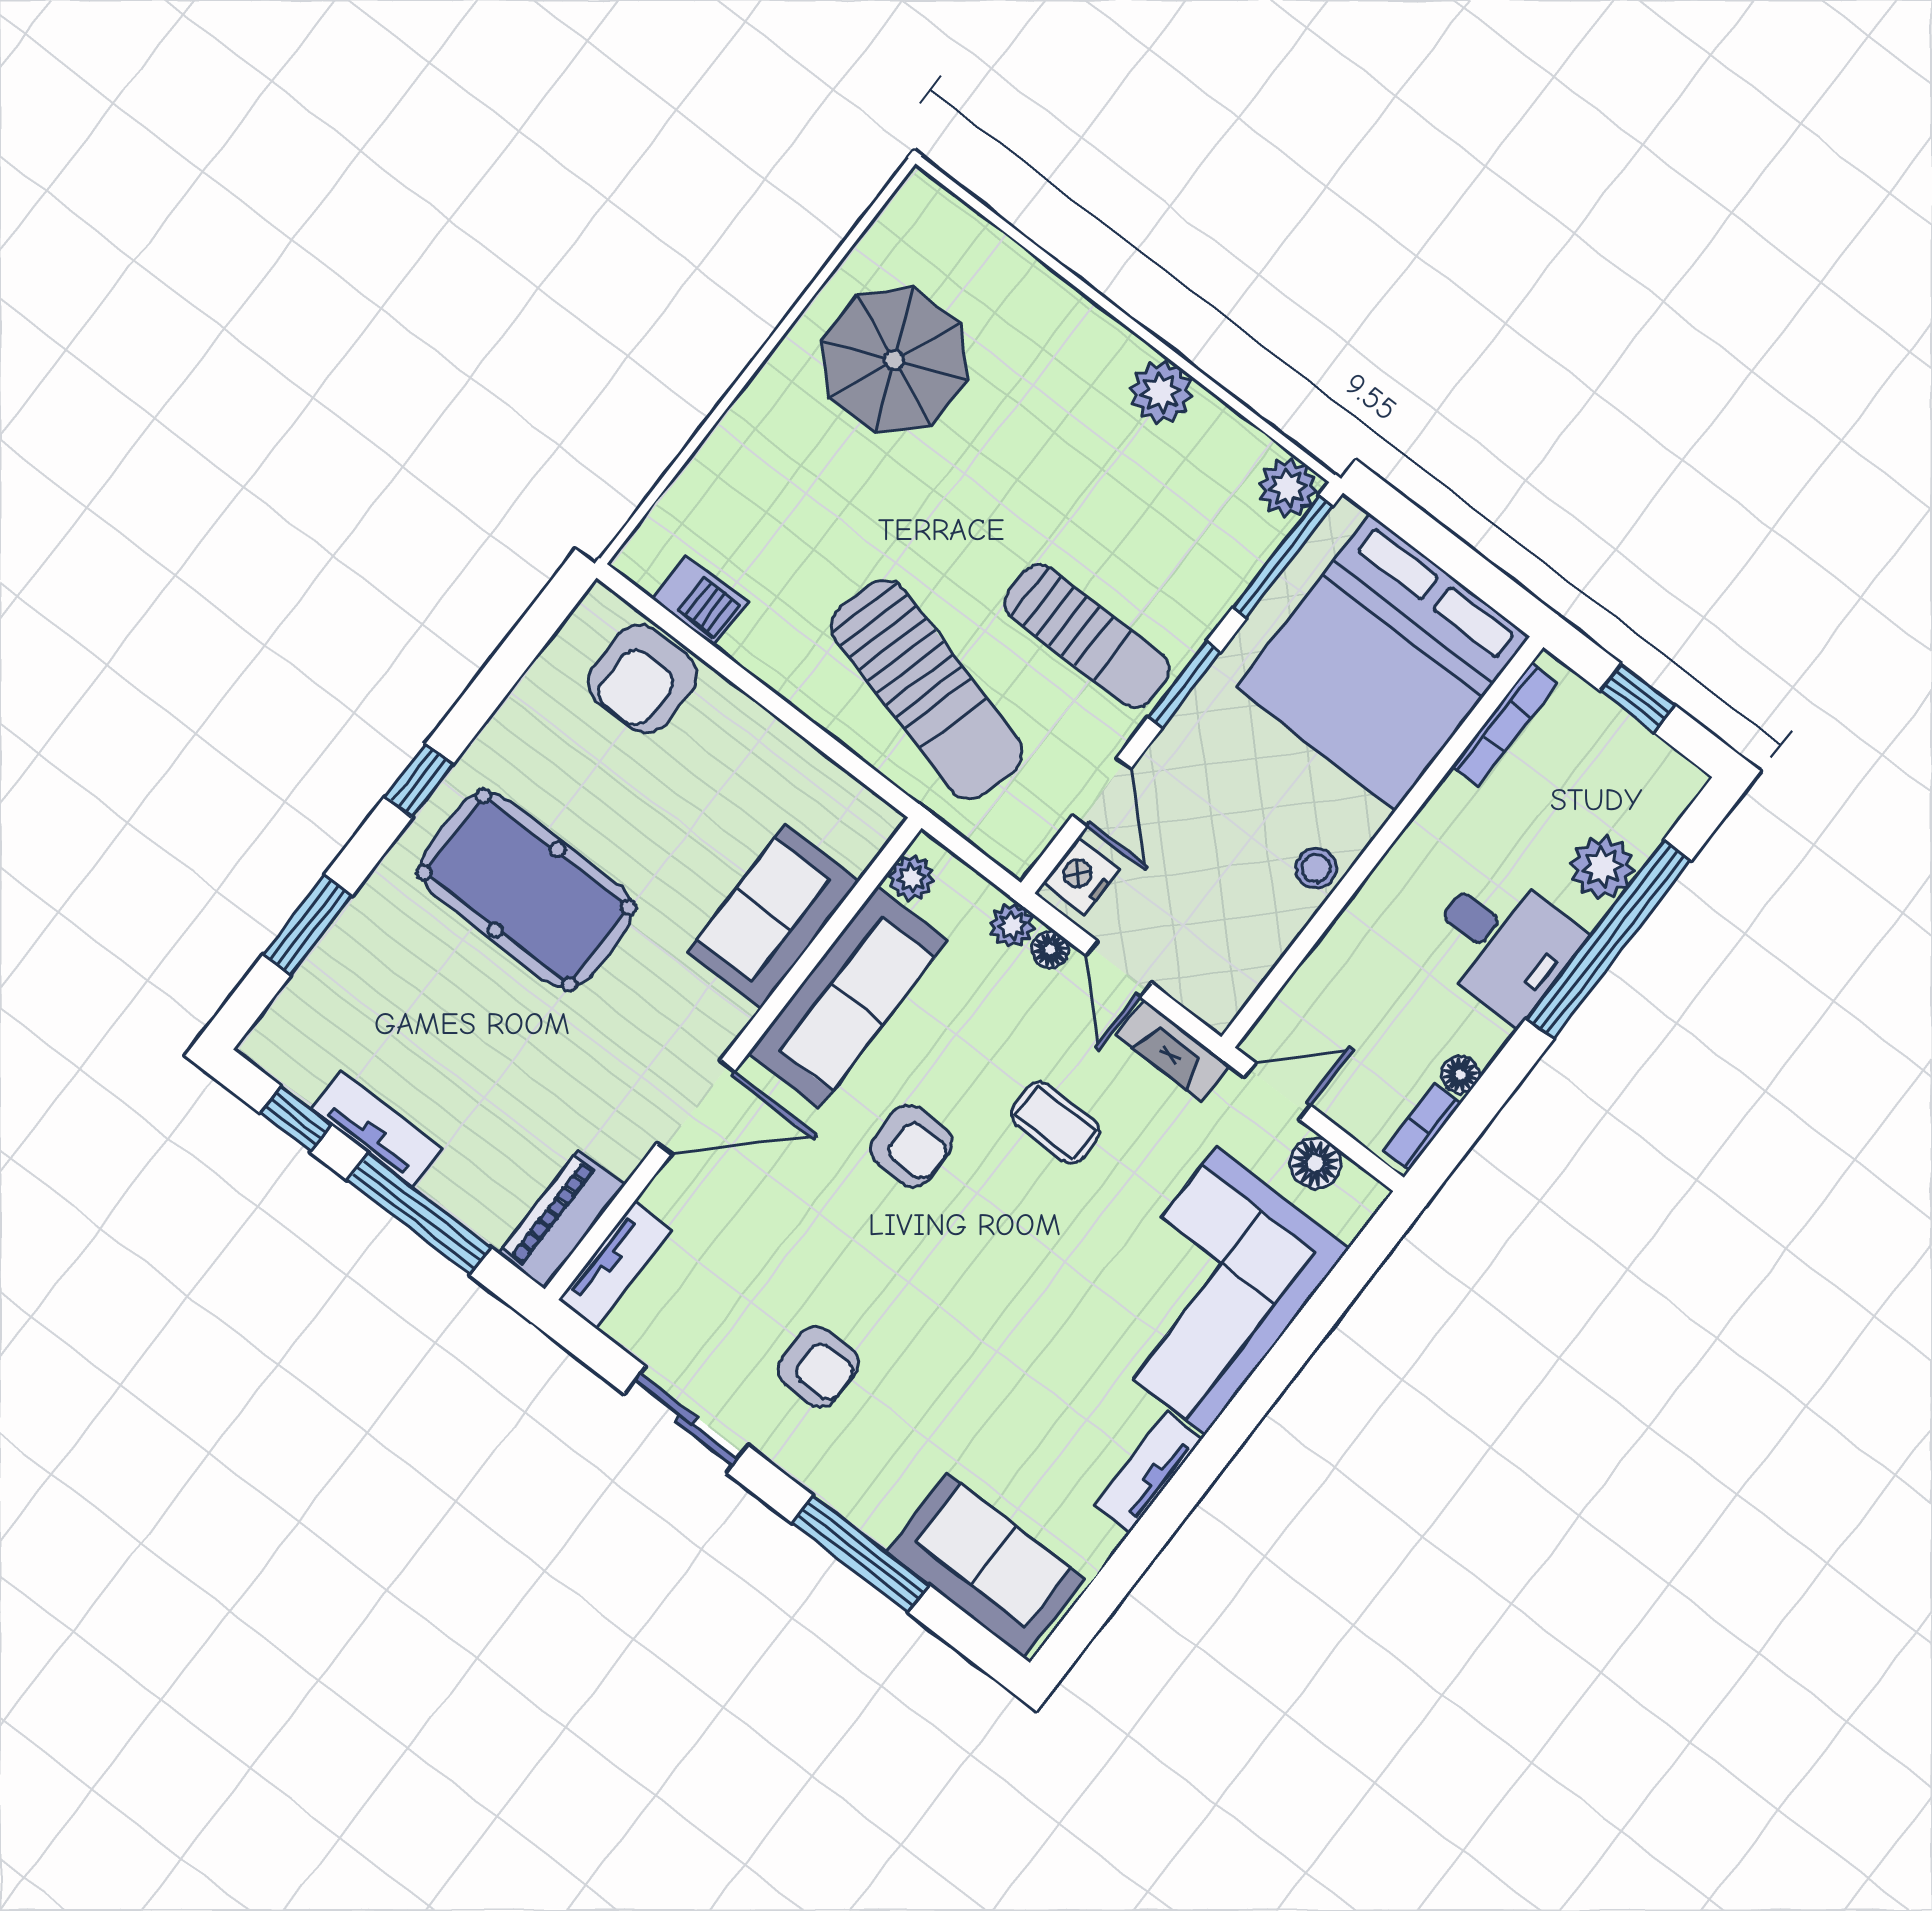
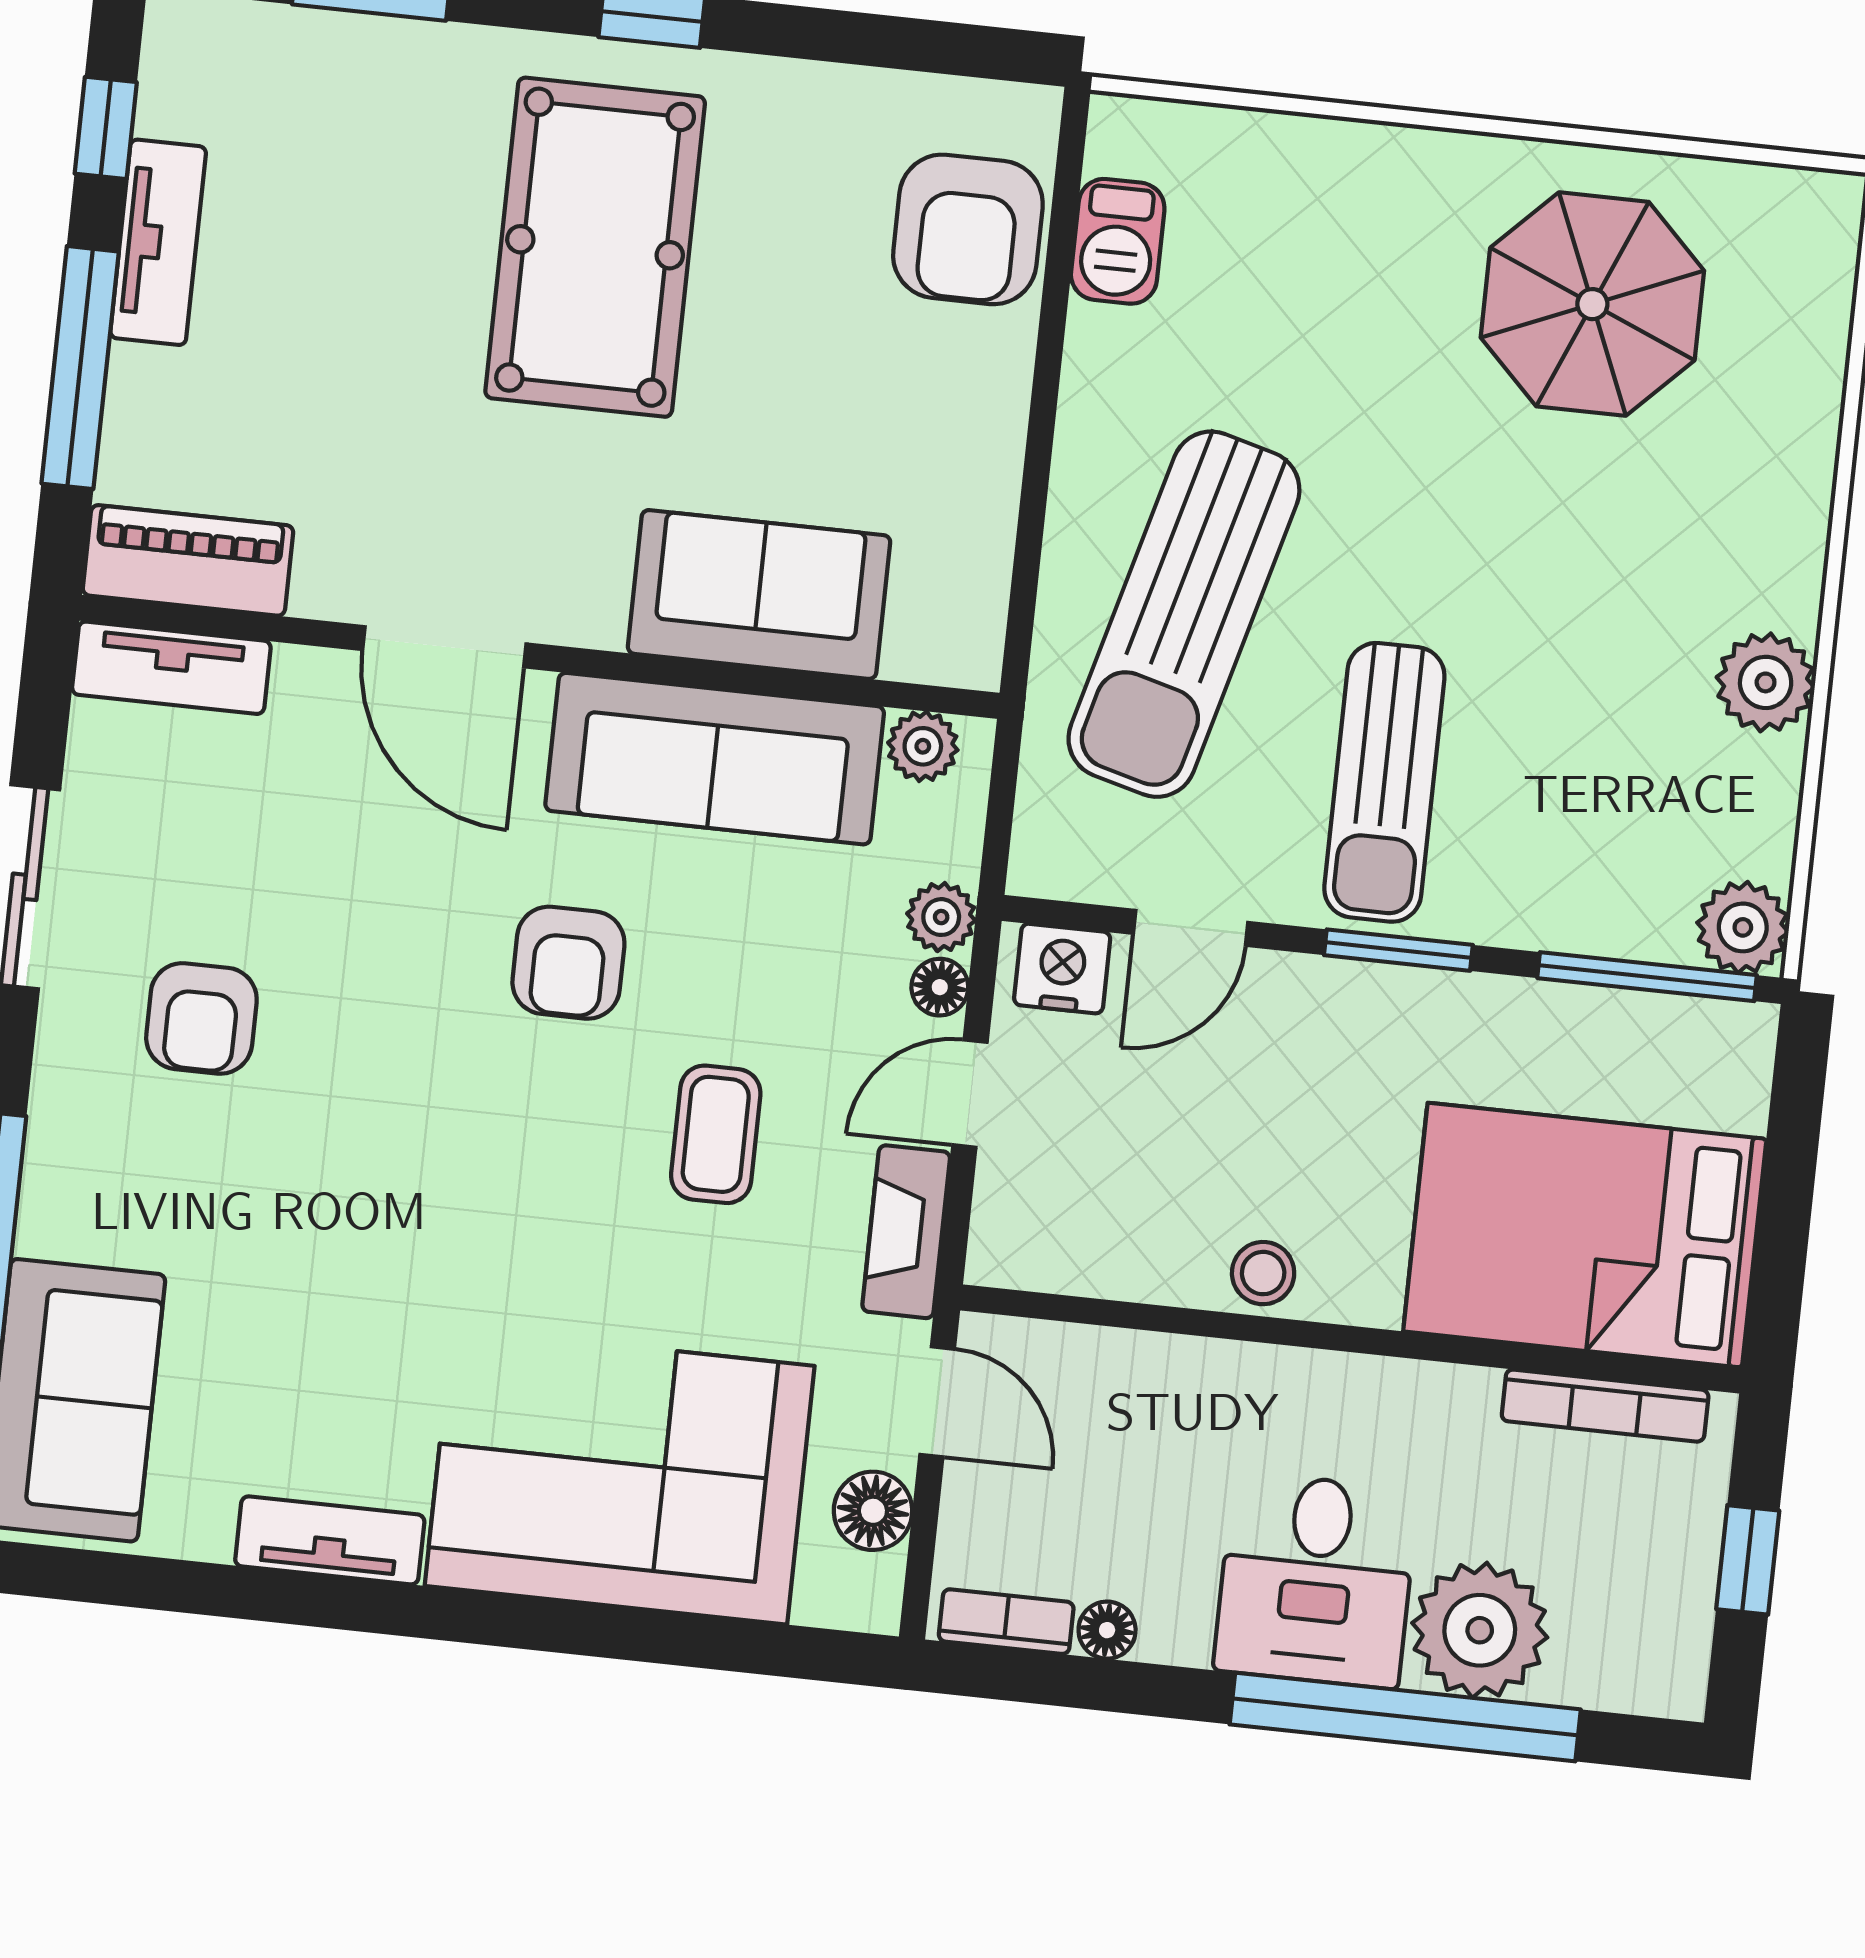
bed: (1383, 662) -> (1585, 1235), width x0.73
armchair: (642, 679) -> (968, 229), turned -90
plant: (1602, 867) -> (1480, 1630), width x1.36, depth x1.36

